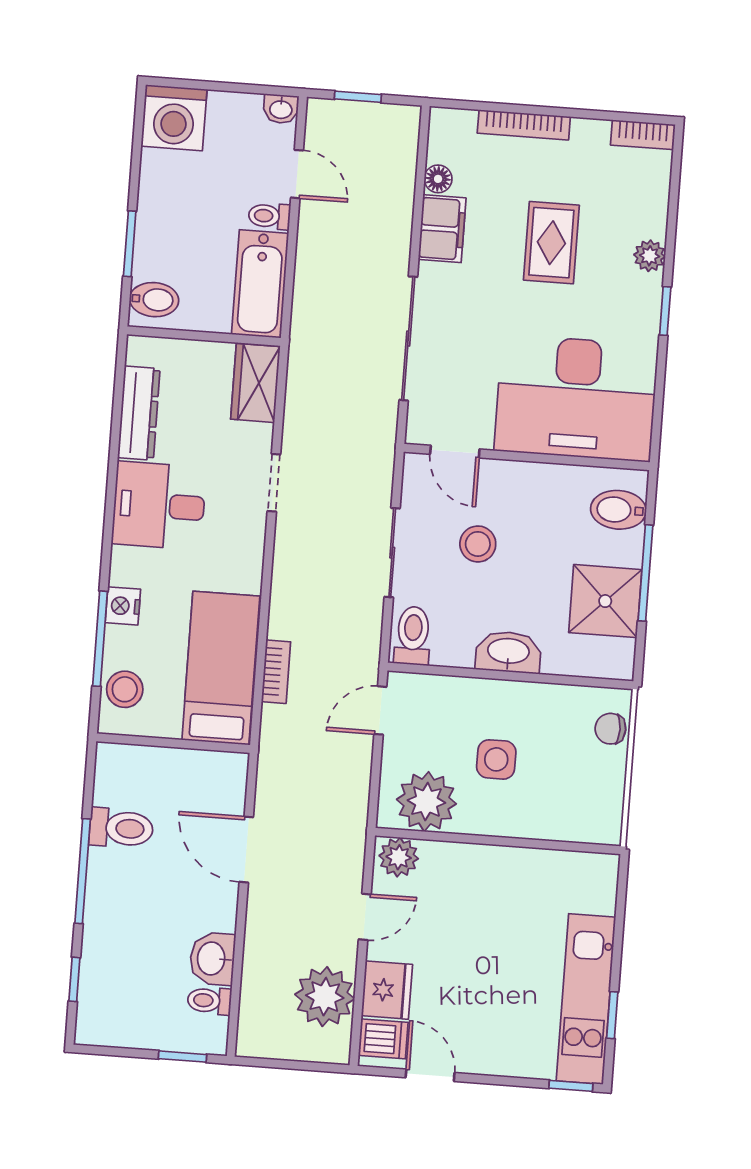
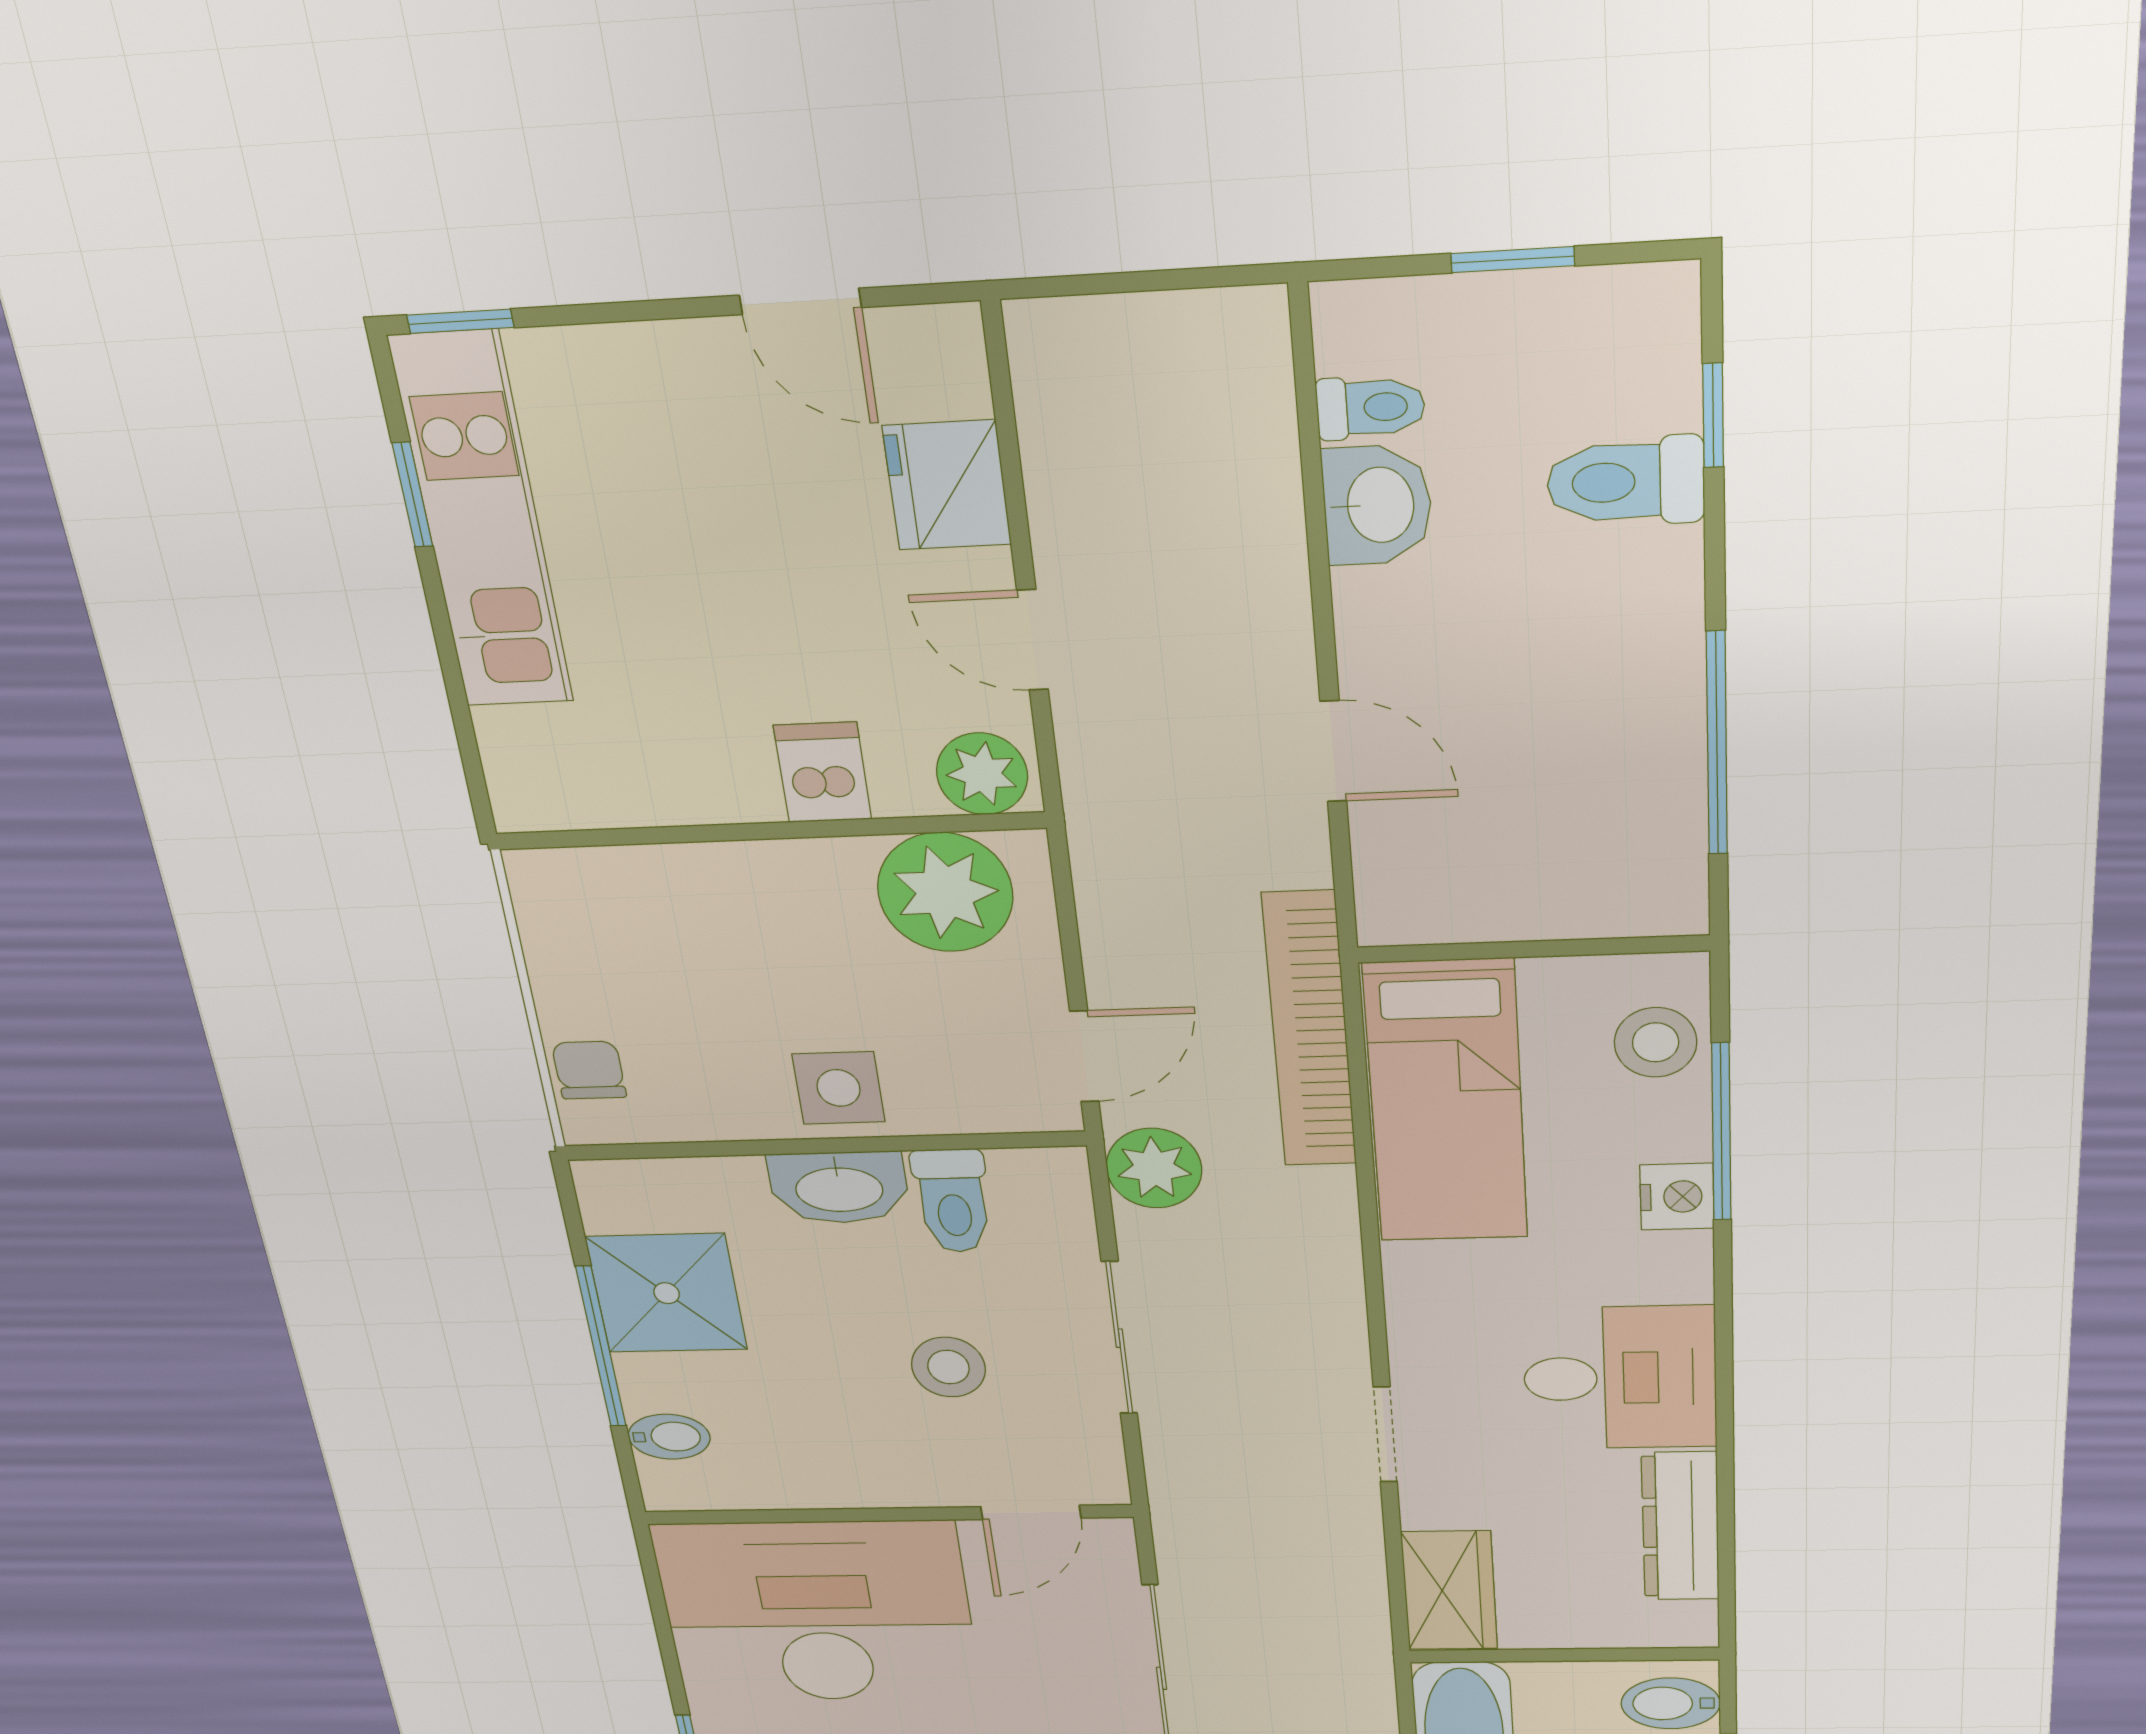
door: (455, 452) -> (1031, 1512), swing flipped
bidet: (618, 510) -> (669, 1437), width x0.72, depth x0.74
toilet: (413, 636) -> (953, 1201), moved
bookcase: (276, 672) -> (1310, 1031), width x2.31, depth x1.31
chair: (610, 729) -> (589, 1070), turned -90
side table: (496, 759) -> (838, 1088), moved
toilet: (121, 828) -> (1626, 482), moved
door: (246, 850) -> (1333, 751), width x0.73
window: (83, 871) -> (1717, 744), moved
door: (365, 917) -> (1033, 640), hinge flipped
plant: (325, 997) -> (1154, 1168), moved, width x0.73, depth x0.73
dishwasher: (383, 1039) -> (823, 772), moved, turned 90
window: (183, 1057) -> (1513, 260), moved

